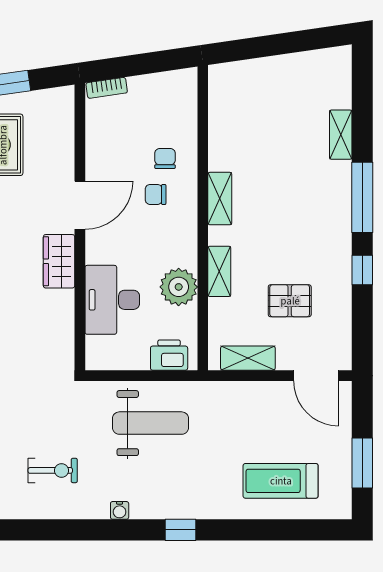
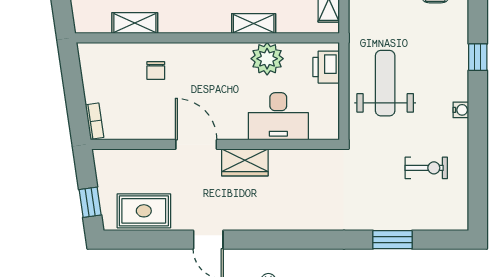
chair: (165, 158) -> (156, 71), turned -90
chair: (156, 194) -> (187, 79), removed
shelving: (220, 199) -> (135, 23), moved
exercise bike: (53, 470) -> (426, 168), turned 90

